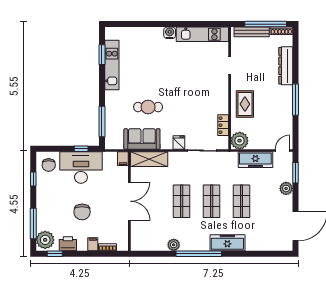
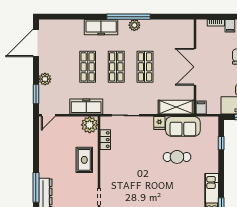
window: (295, 100) -> (36, 187), moved
window: (102, 121) -> (221, 143), width x0.46
fridge: (179, 143) -> (159, 123), moved
freezer: (255, 160) -> (86, 107), moved
plant: (174, 245) -> (134, 25), moved

